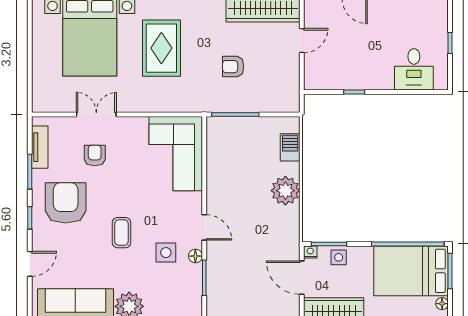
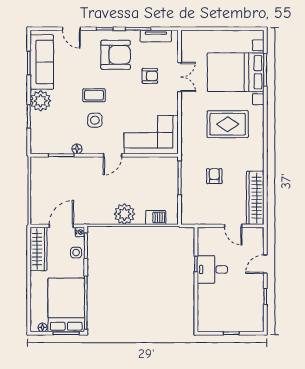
desk: (414, 69) -> (212, 269), moved
door: (204, 227) -> (113, 155), moved
side table: (166, 253) -> (95, 120), moved

